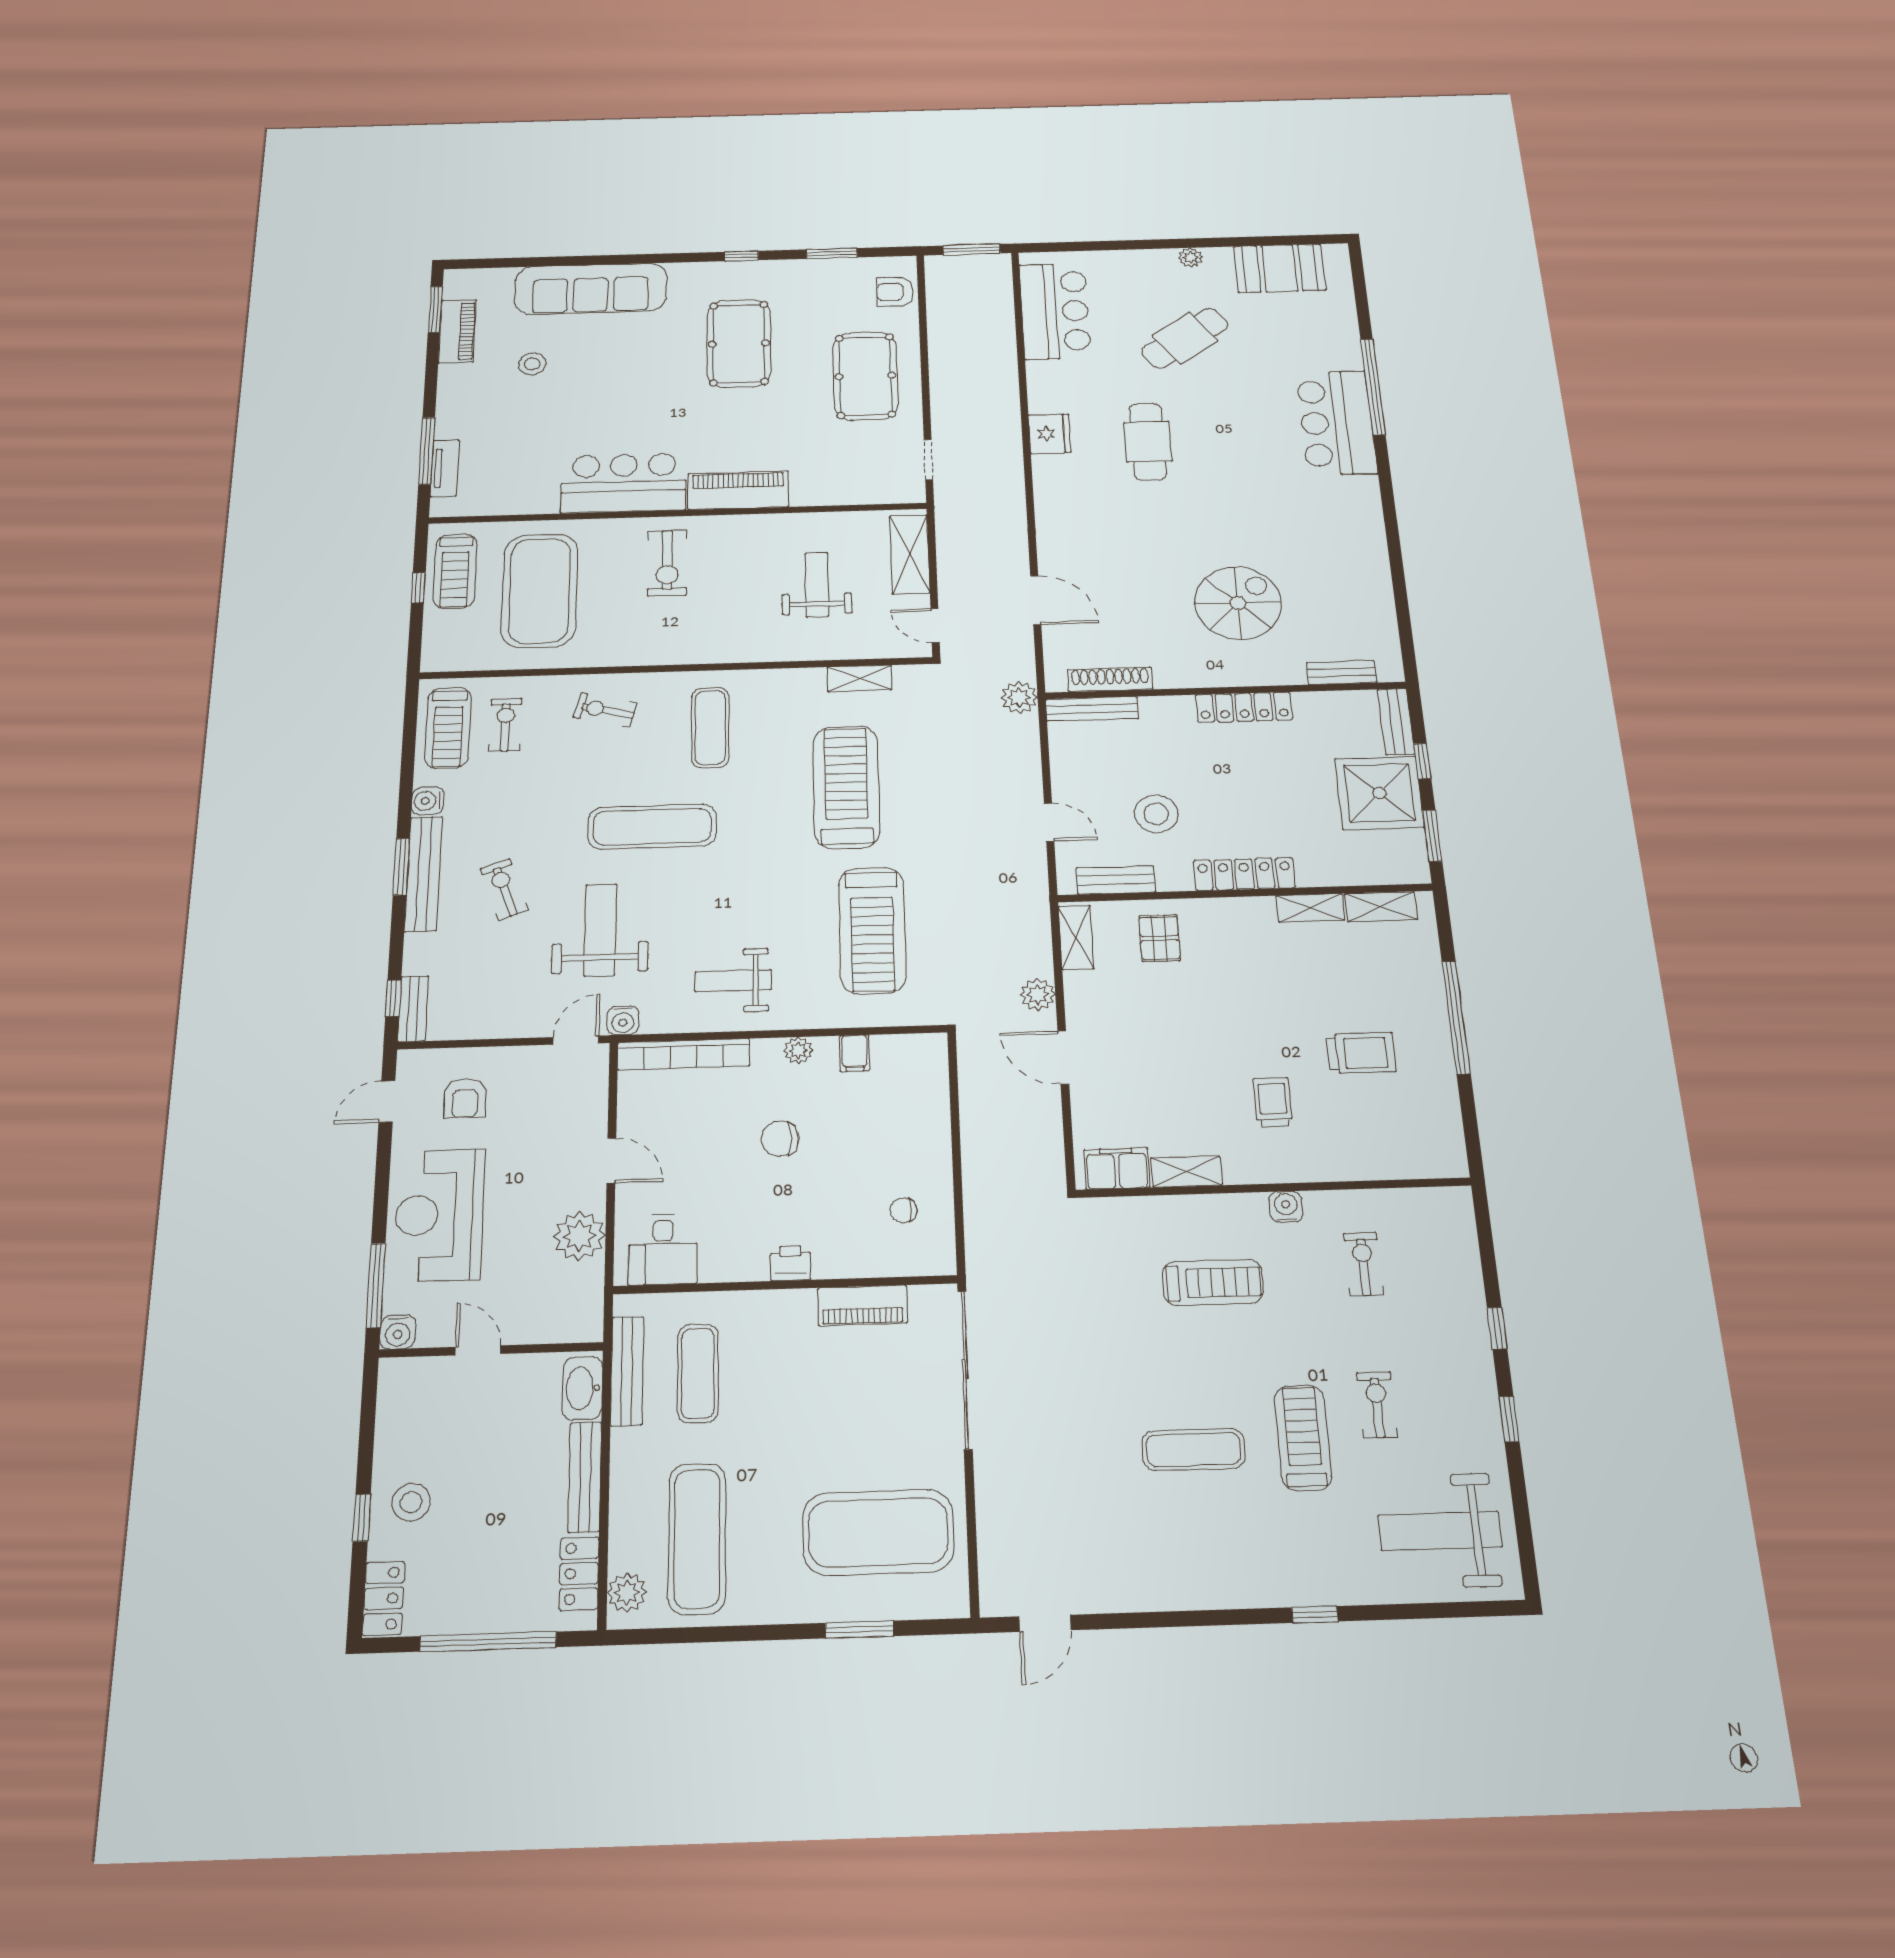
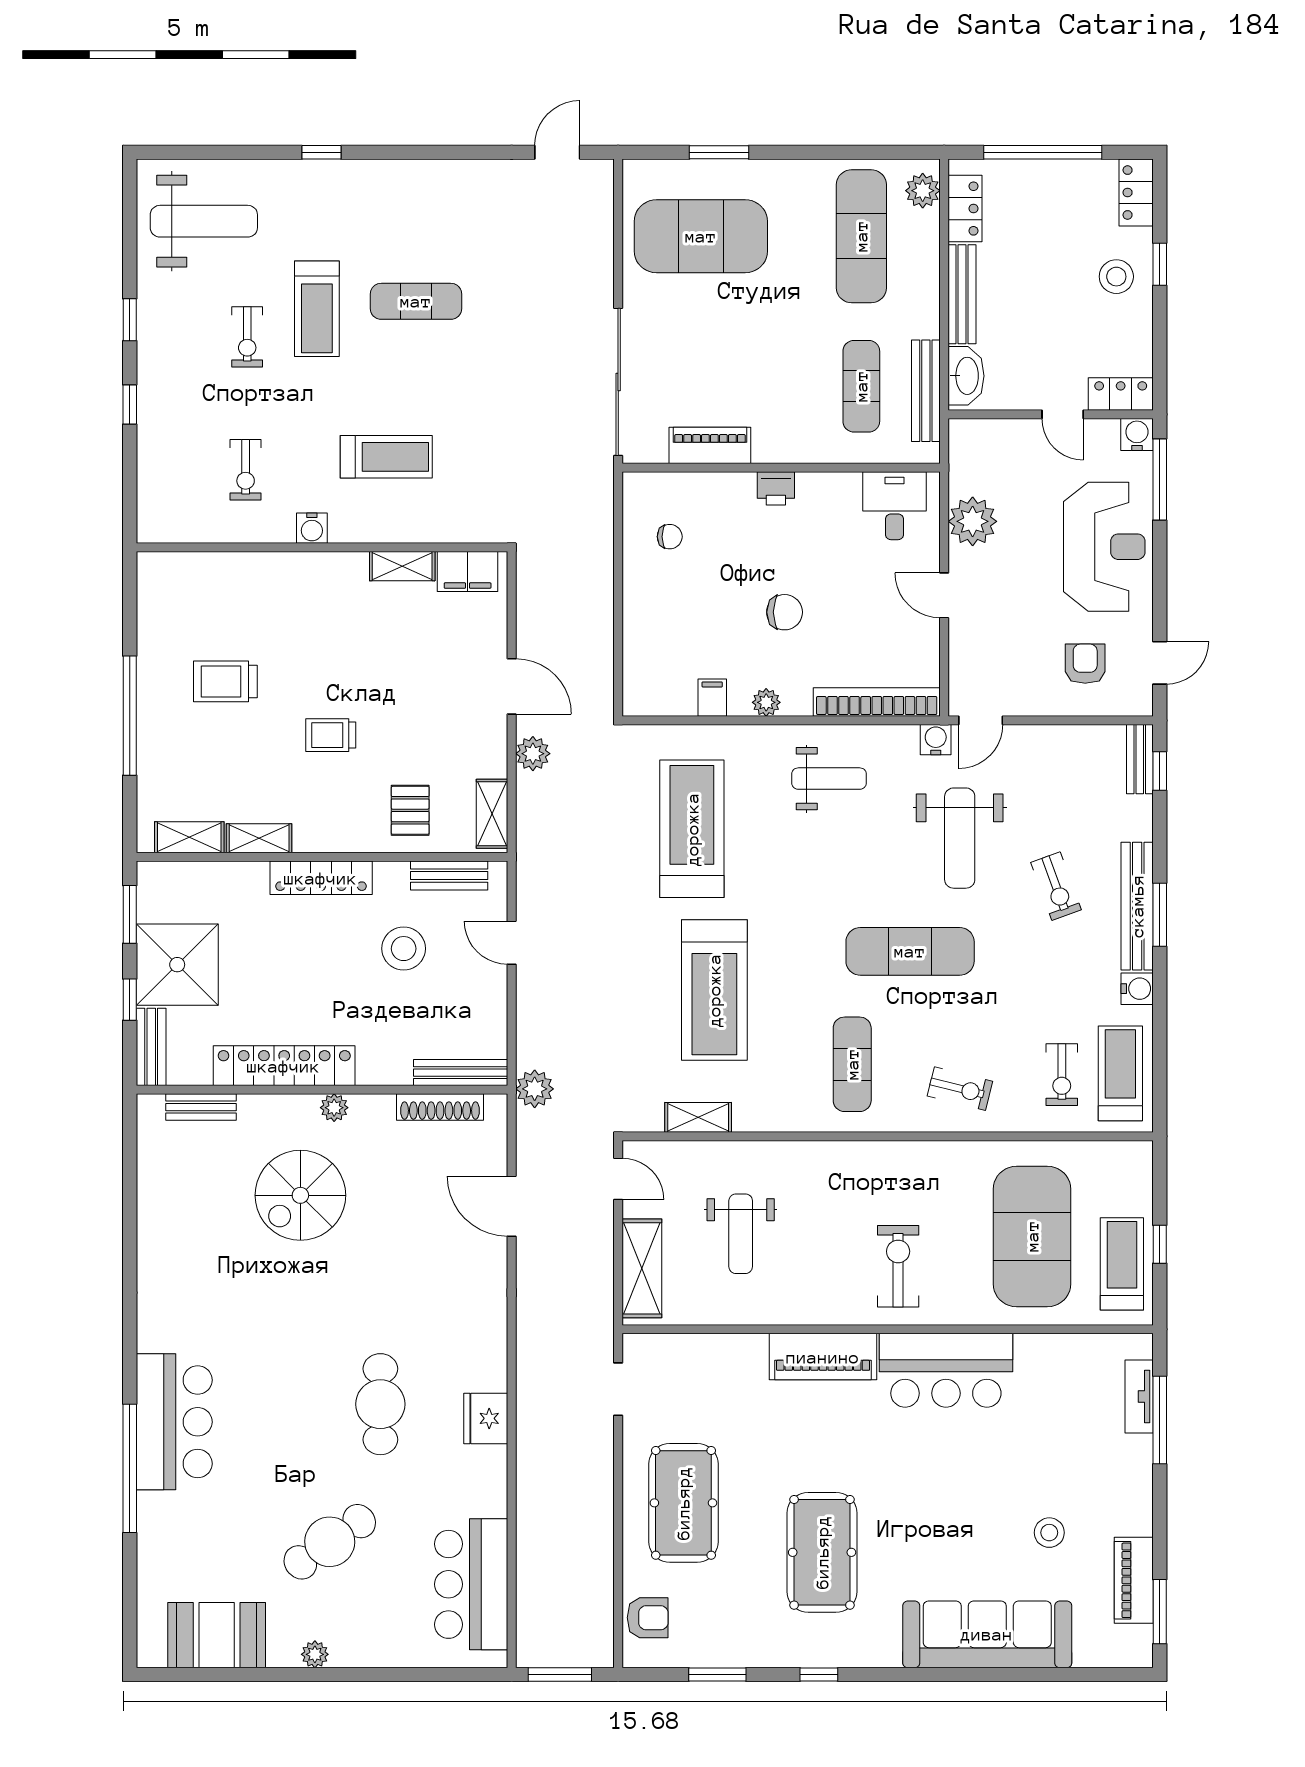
plant: (1212, 676) -> (334, 1108), added
locker: (1244, 707) -> (284, 1066), width x1.41, depth x1.21
trolley: (1273, 1102) -> (331, 735), moved, turned 90
treadmill: (1213, 1282) -> (386, 457), turned 180
locker: (413, 1374) -> (1121, 394), added

